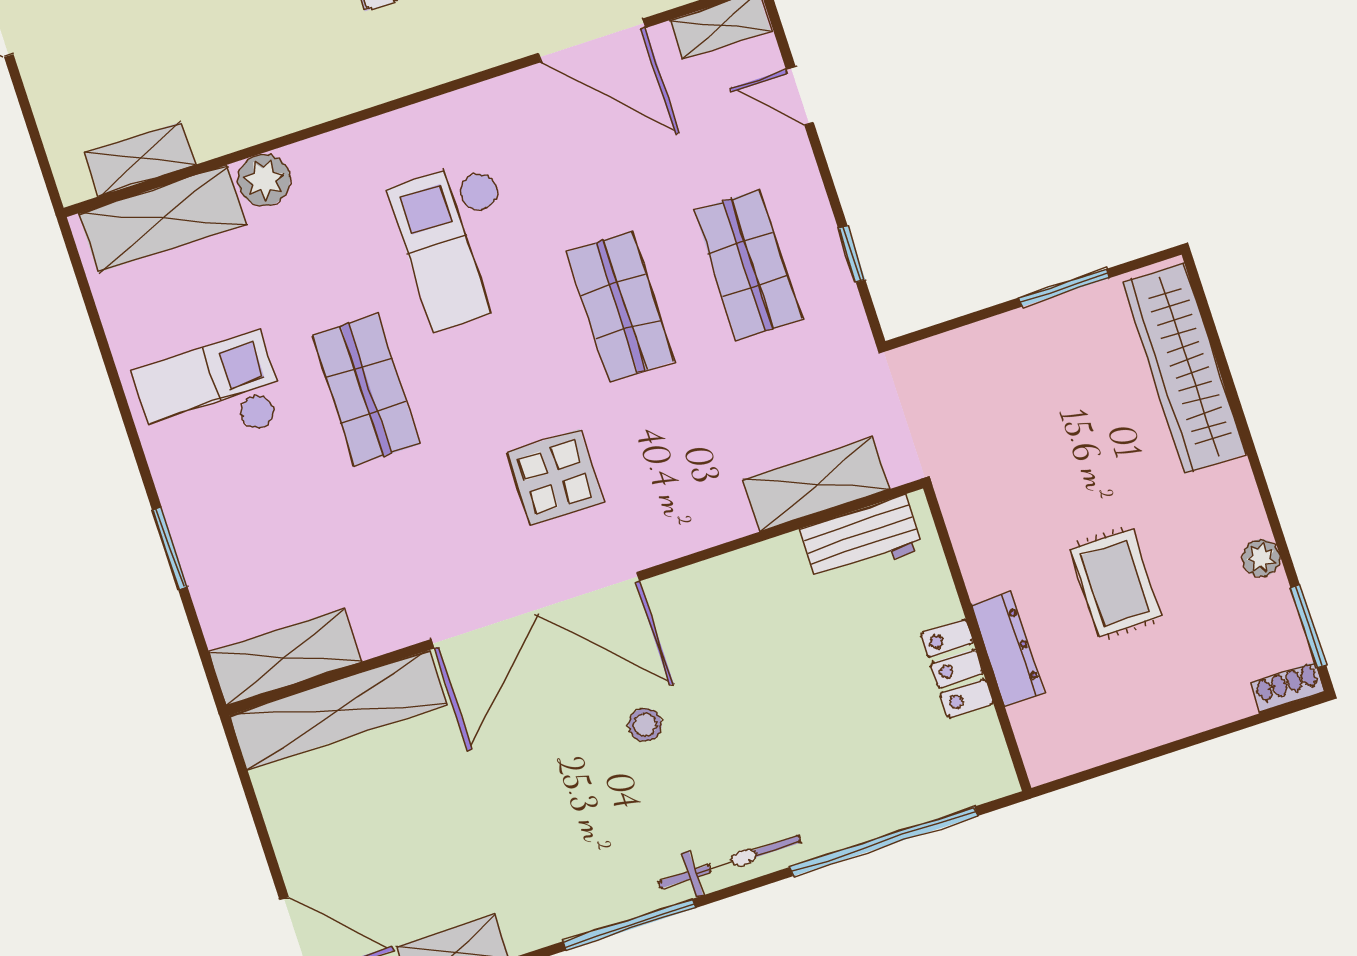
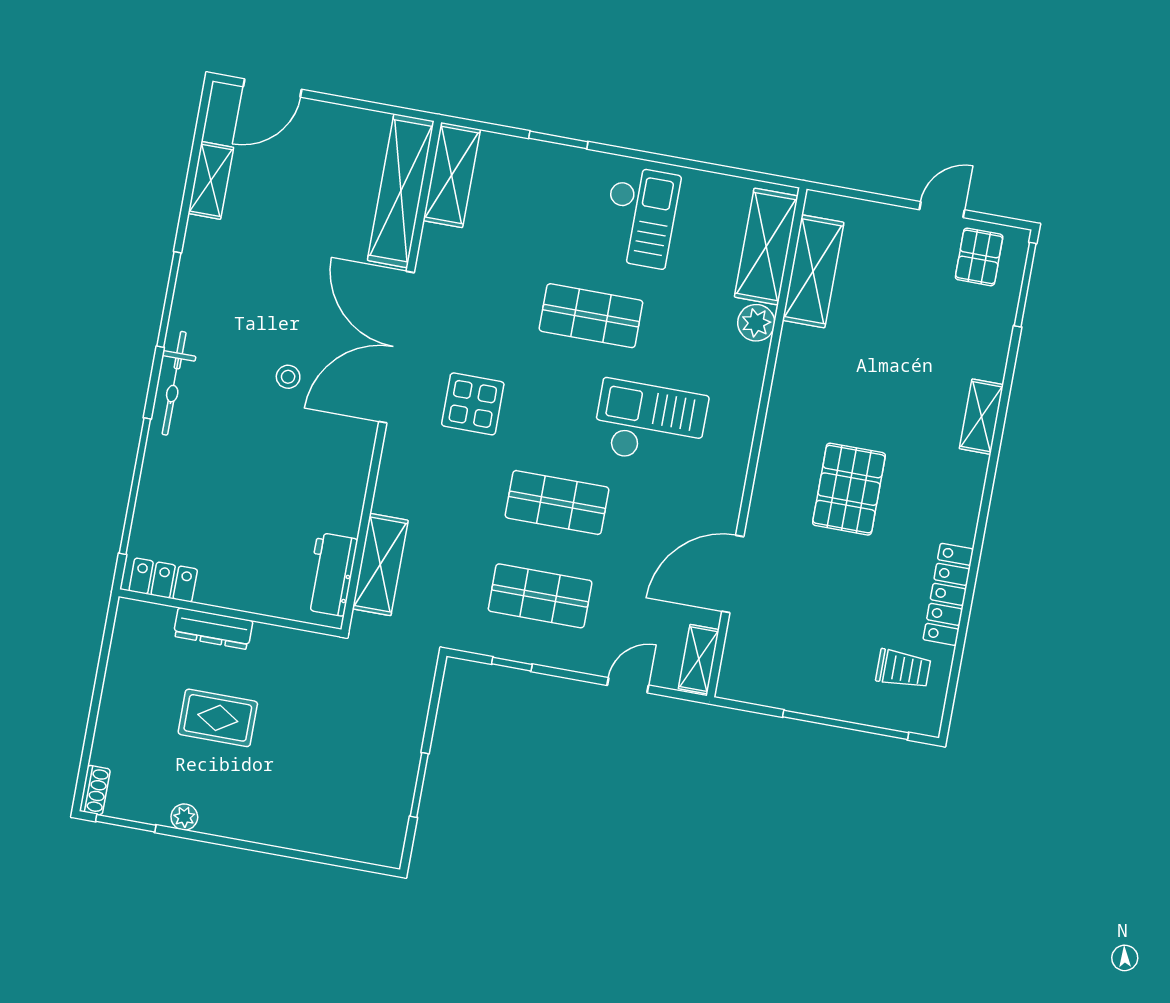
shelving: (140, 159) -> (813, 271), width x1.50, depth x1.33
wardrobe: (1184, 368) -> (329, 833), removed
locker: (957, 668) -> (163, 580), moved

